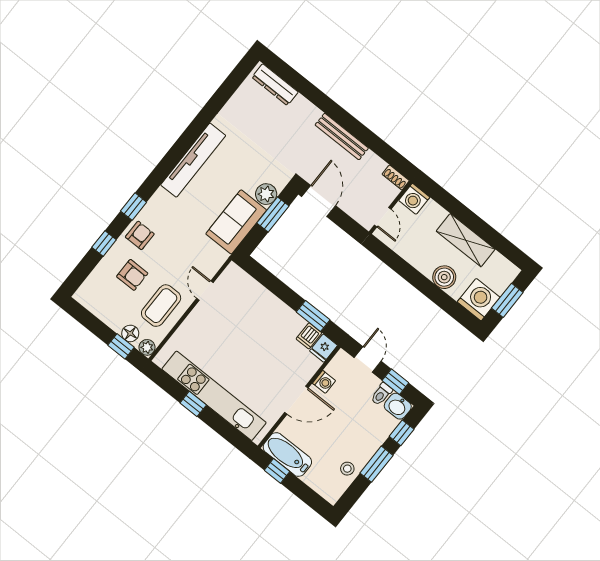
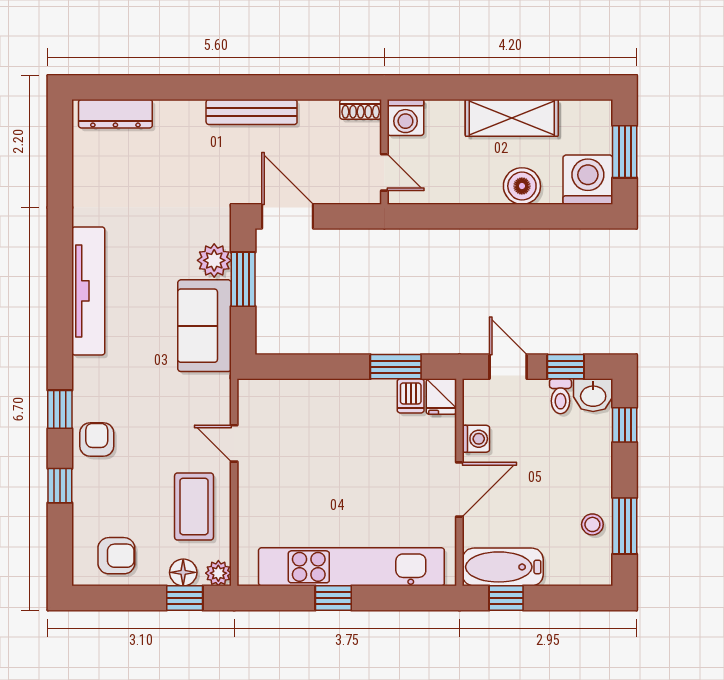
armchair: (132, 275) -> (116, 556), moved
window: (376, 464) -> (625, 526), moved

